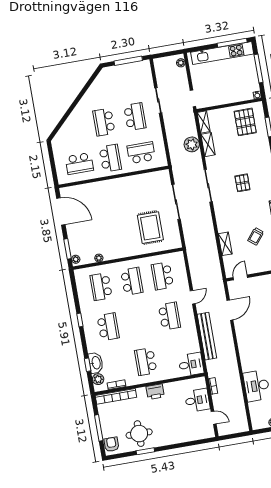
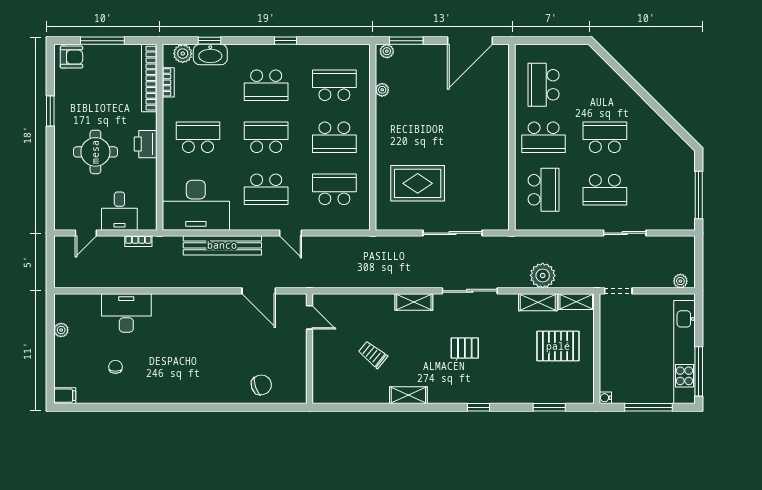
pallet: (245, 122) -> (558, 346), moved
shelving: (225, 244) -> (414, 302), moved
school desk: (139, 321) -> (266, 137), added
desk: (191, 364) -> (196, 205), width x1.87, depth x1.30
round table: (139, 434) -> (95, 152), moved

